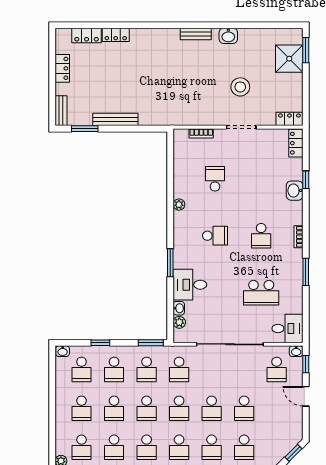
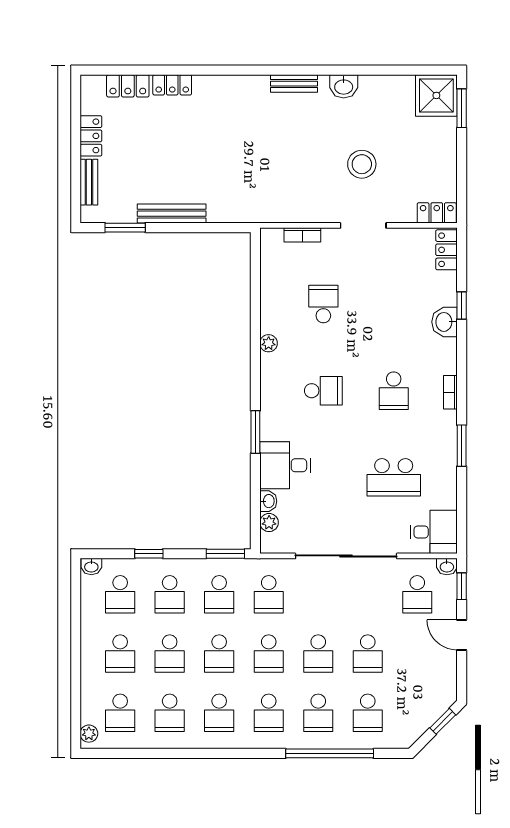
shower: (289, 59) -> (436, 95), moved
bench: (61, 111) -> (89, 182), moved

